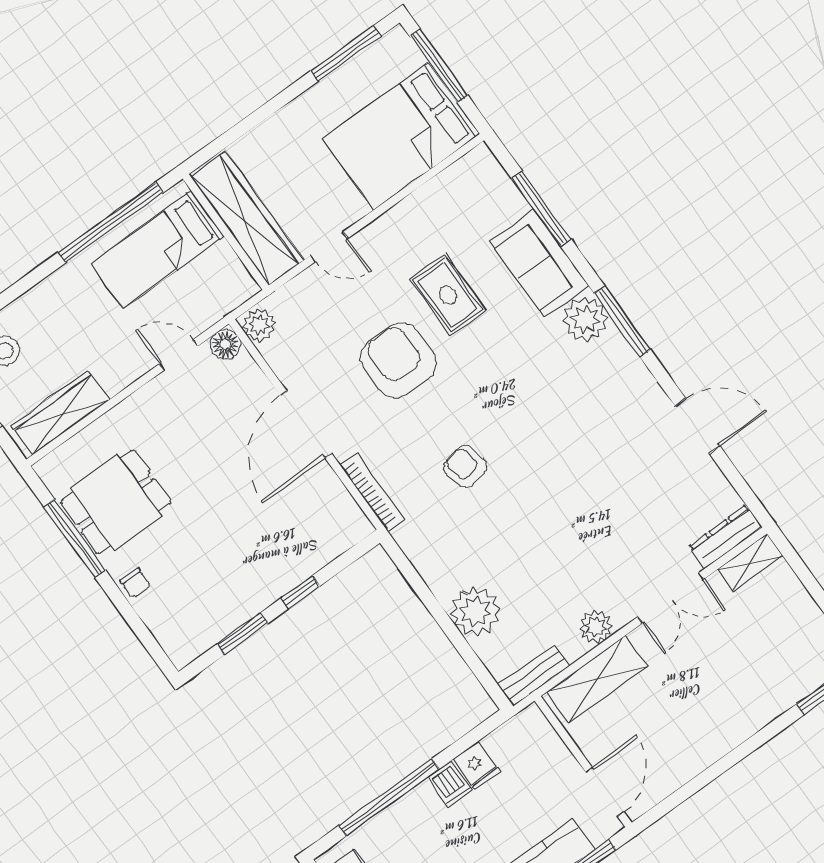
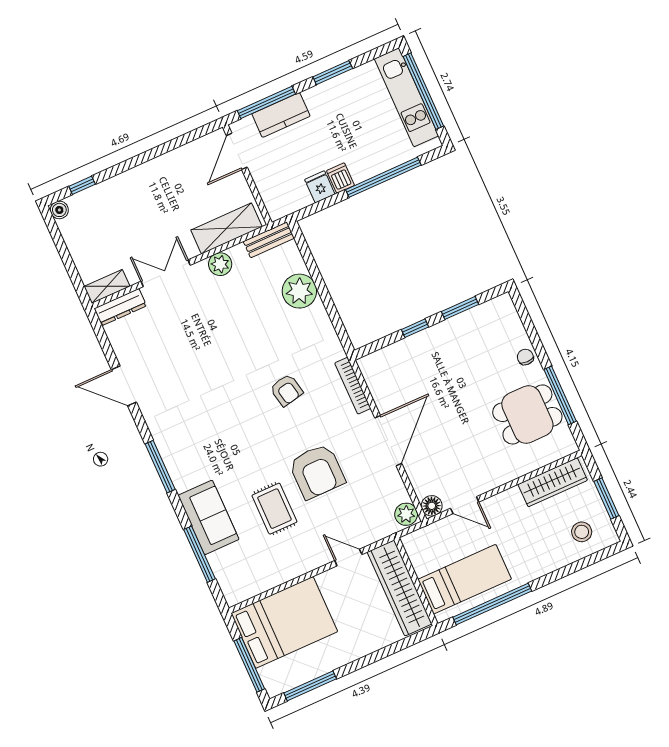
plant: (586, 319) -> (185, 473), removed

